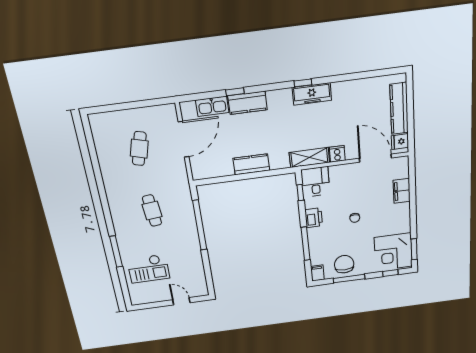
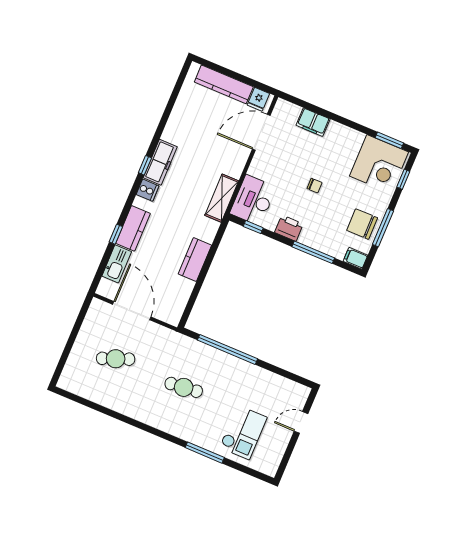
cafe table: (139, 149) -> (116, 359), turned -36
cooker: (337, 154) -> (148, 190), moved, turned 180
desk: (315, 182) -> (253, 200), width x1.37

